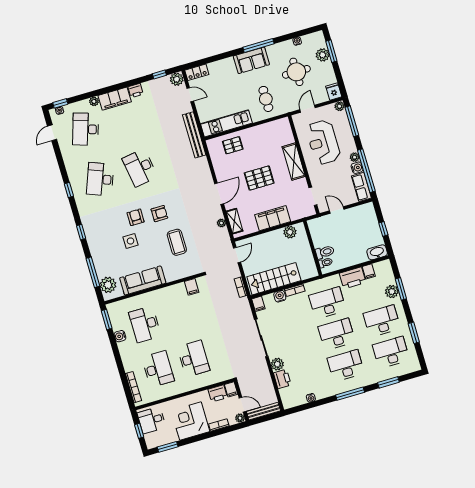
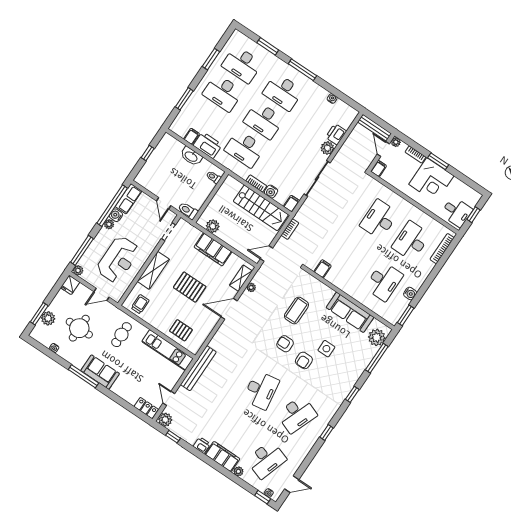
trolley: (277, 131) -> (140, 304), added
toilet: (325, 252) -> (188, 211), moved
washbasin: (377, 252) -> (191, 156), moved
plant: (392, 292) -> (192, 104), removed
printer: (218, 393) -> (391, 177), removed
window: (168, 447) -> (438, 161), moved

